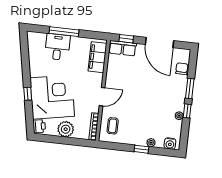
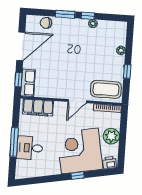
door: (102, 97) -> (77, 101), swing flipped
coffee table: (113, 126) -> (106, 89), width x1.86, depth x1.72
water cooler: (170, 144) -> (121, 31), removed
window: (141, 149) -> (127, 71), moved

